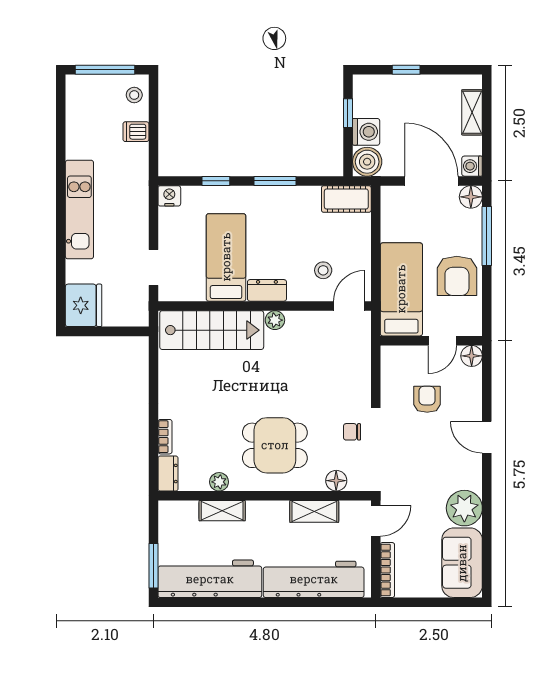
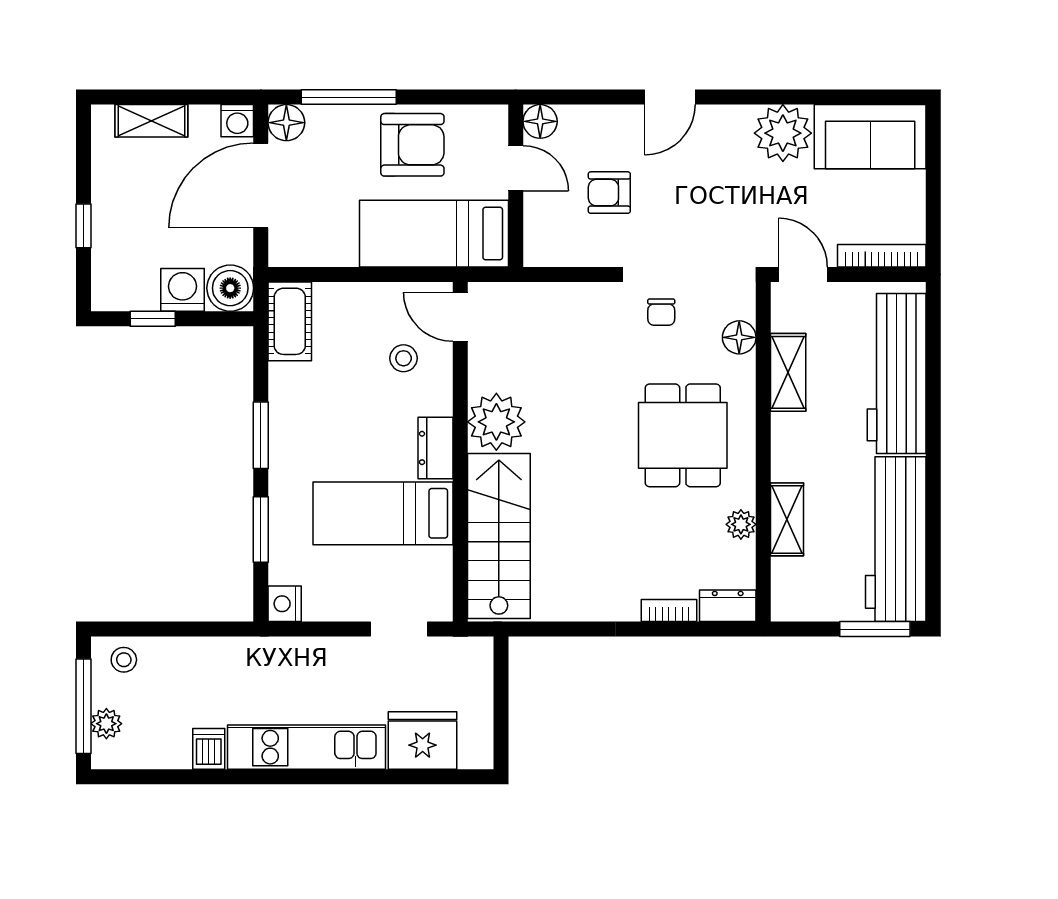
plant: (94, 84) -> (106, 724), added
dishwasher: (136, 132) -> (209, 749), moved, turned 180
window: (216, 181) -> (261, 530), width x1.50
fridge: (84, 305) -> (423, 740), moved
plant: (275, 320) -> (496, 422), width x1.87, depth x1.87

